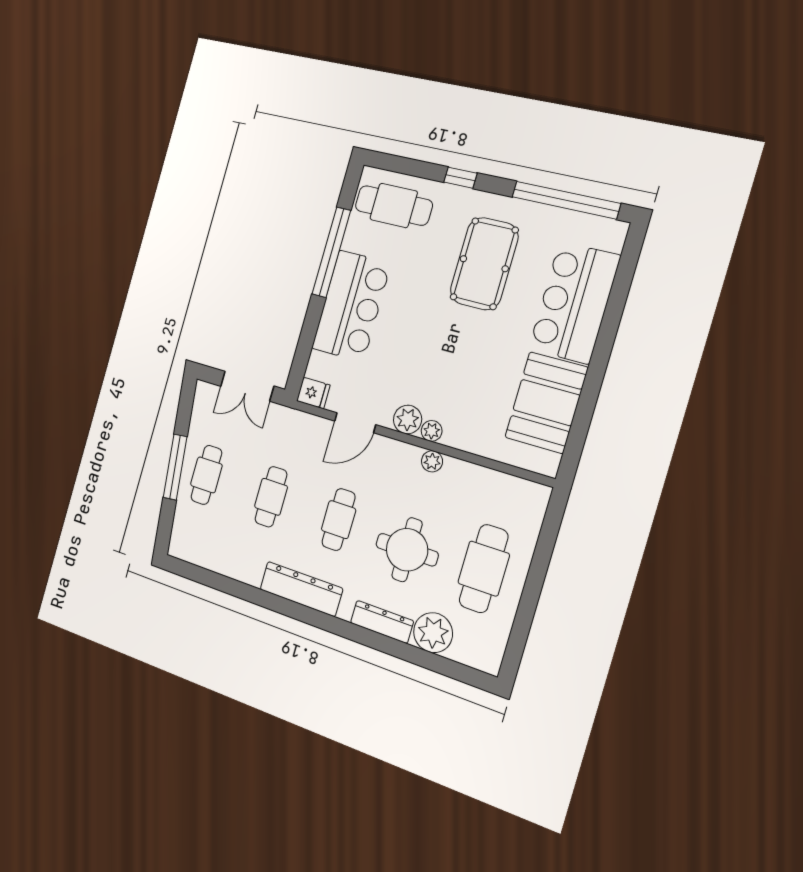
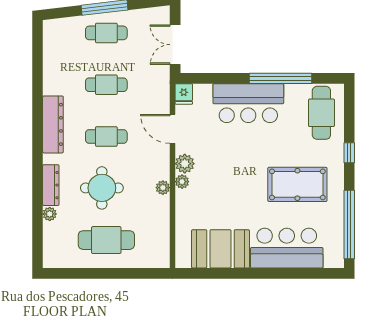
plant: (433, 633) -> (50, 214), width x0.53, depth x0.53

